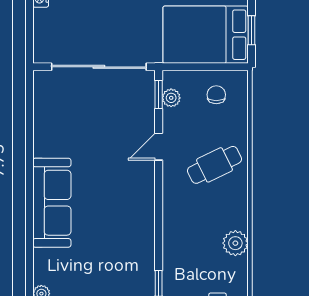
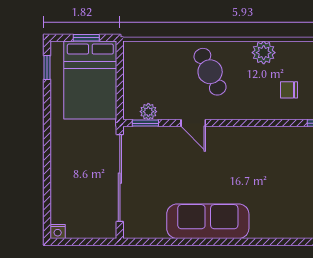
chair: (216, 95) -> (289, 90), moved
sofa: (52, 203) -> (208, 221), moved
plant: (235, 243) -> (264, 53), moved

